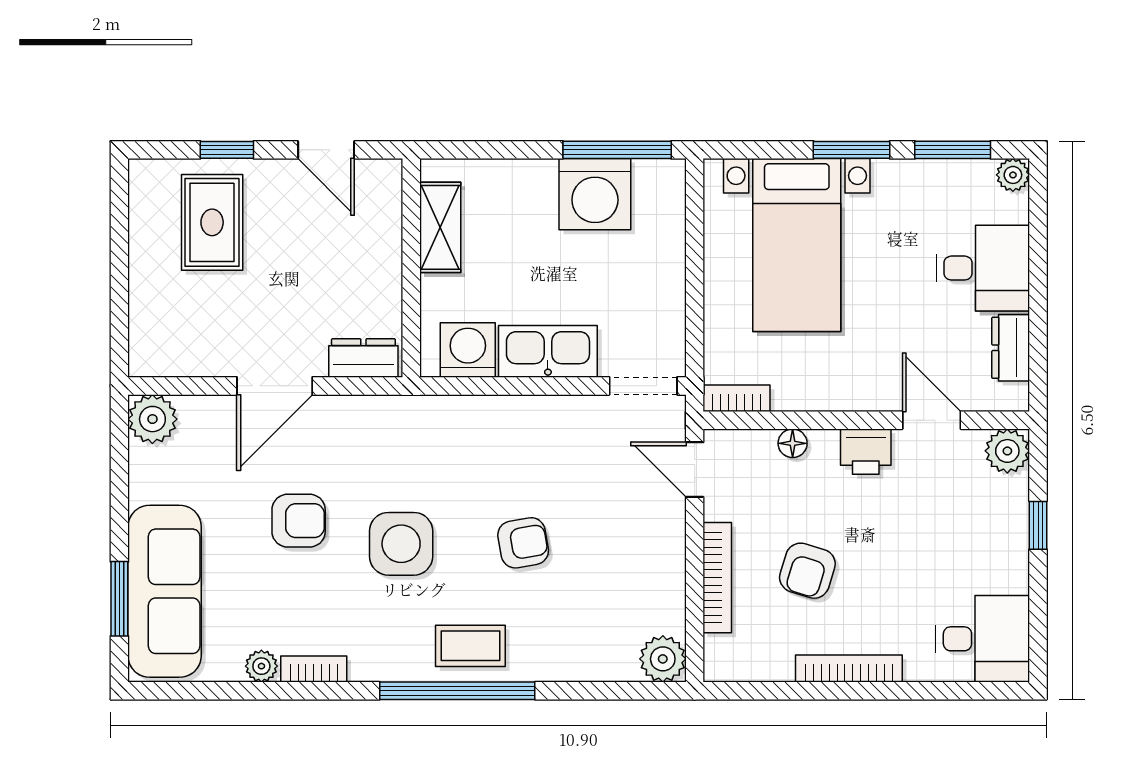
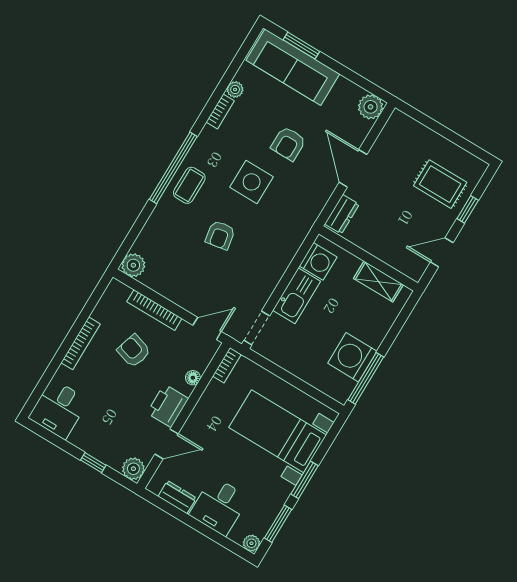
printer: (866, 452) -> (168, 406), width x1.36, depth x1.24

